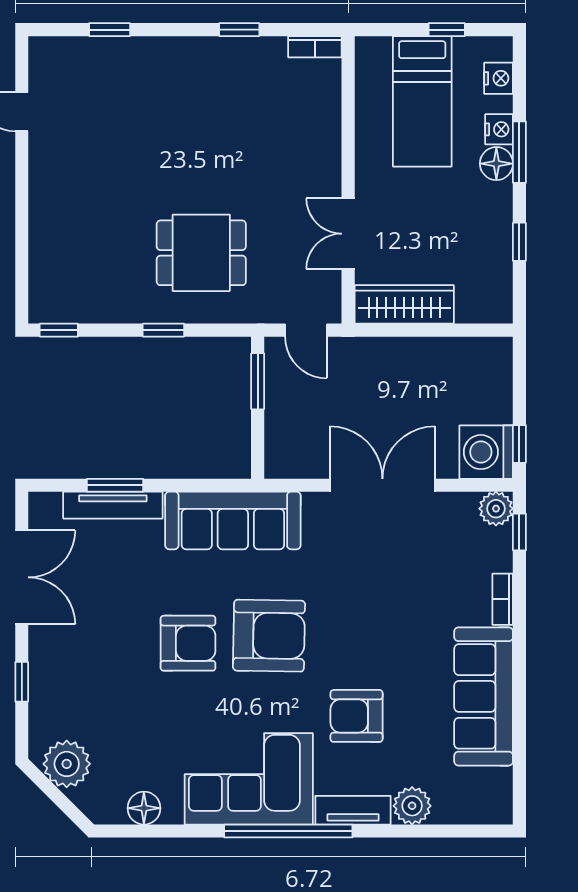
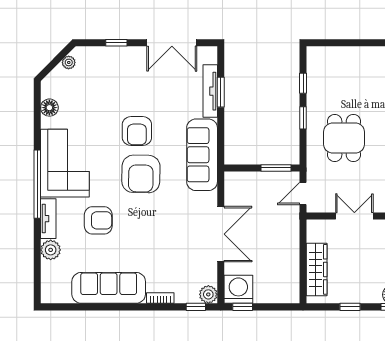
wardrobe: (404, 304) -> (317, 269), moved
window: (59, 330) -> (303, 83), moved
armchair: (357, 716) -> (98, 220), turned 90
plant: (67, 764) -> (69, 62), width x0.53, depth x0.53

